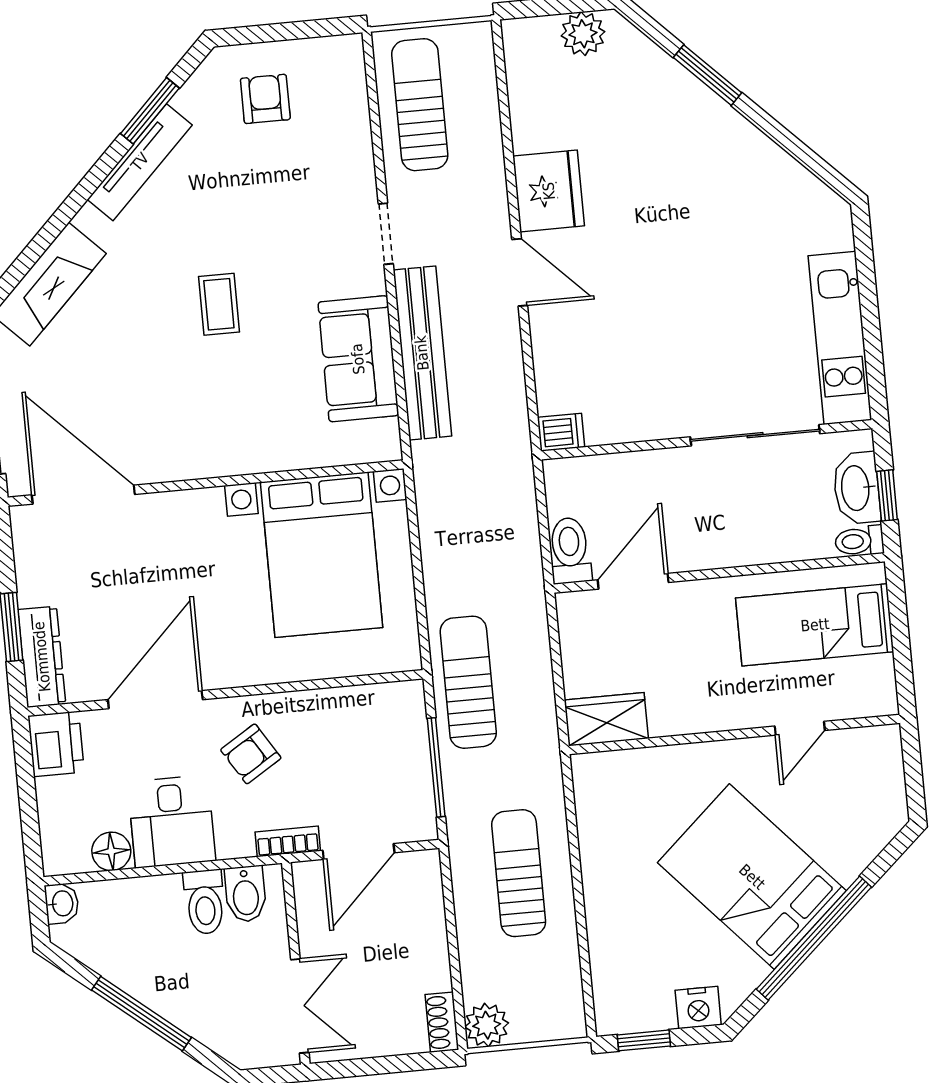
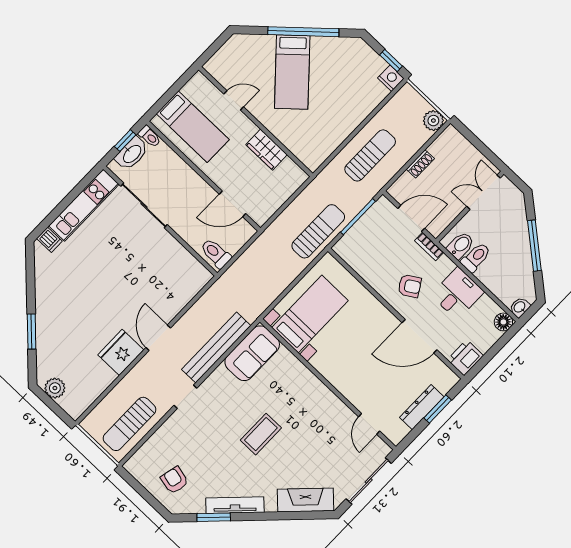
armchair: (265, 99) -> (174, 480), turned 103
coffee table: (219, 304) -> (261, 434), width x1.36, depth x1.30
sofa: (358, 359) -> (252, 353), moved
dishwasher: (561, 432) -> (49, 240), moved, turned 180
door: (83, 495) -> (369, 424), width x0.53
toilet: (570, 550) -> (216, 253), moved, turned 90
bed with nightstands: (322, 555) -> (310, 314), width x0.73
dresser: (42, 657) -> (422, 407), moved
sun lounger: (468, 682) -> (318, 231), turned 180
wardrobe: (606, 719) -> (267, 150), moved
floor lamp: (111, 851) -> (503, 322), moved
sun lounger: (519, 873) -> (370, 155), turned 180
bed: (752, 877) -> (292, 72), width x0.67
nightstand: (698, 1008) -> (391, 78), moved
shoe rack: (442, 1022) -> (420, 164), moved

